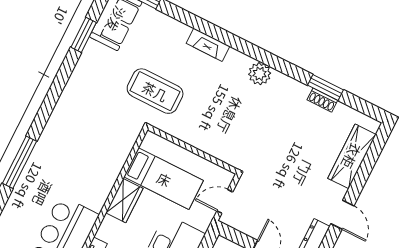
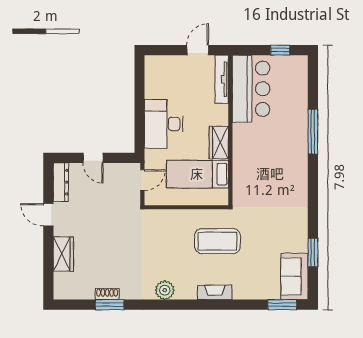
coffee table: (155, 91) -> (217, 241), moved
wardrobe: (352, 156) -> (63, 254), width x0.67

